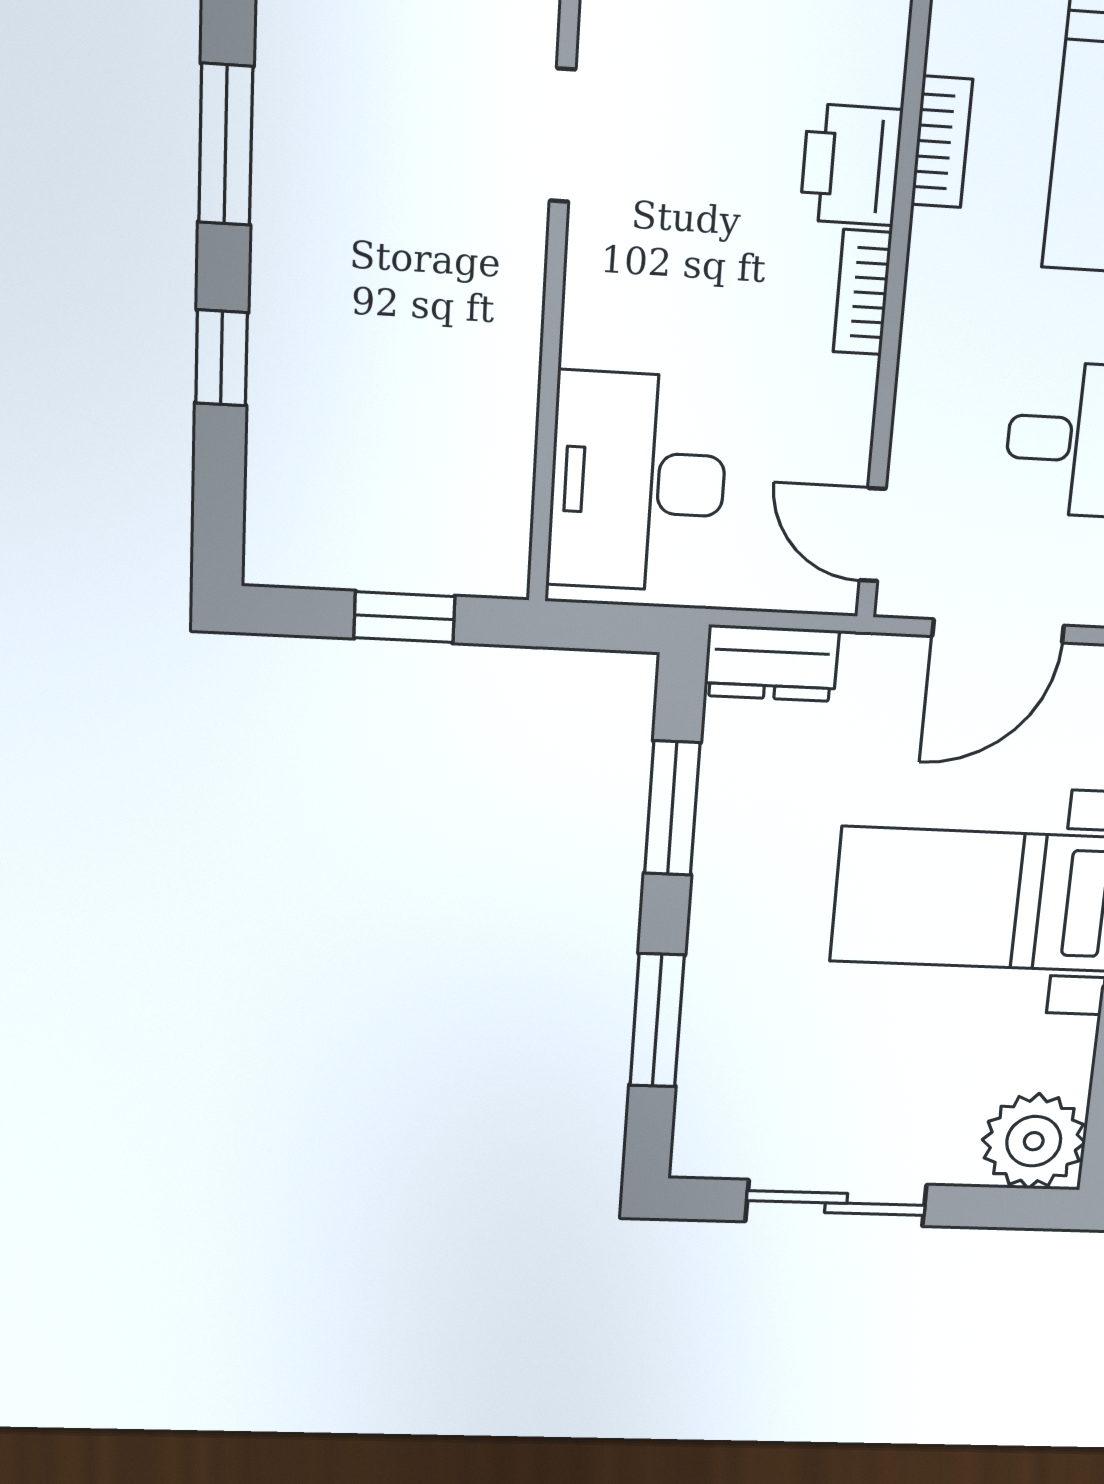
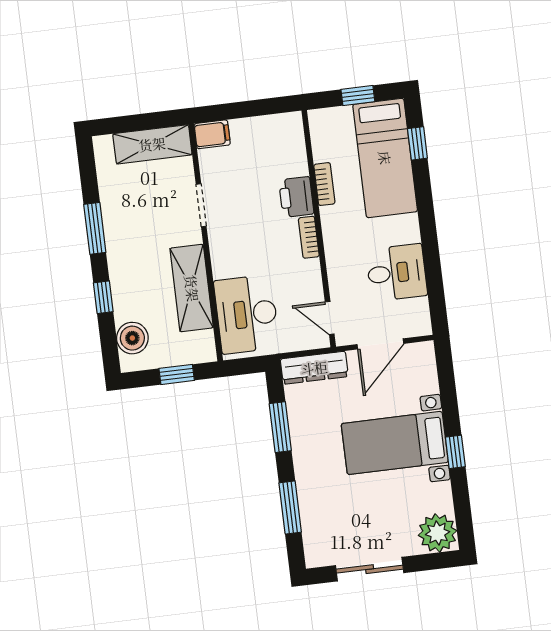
shelving: (490, 378) -> (192, 288), added
boiler: (291, 492) -> (132, 338), added
dresser: (771, 663) -> (314, 368), width x1.44

